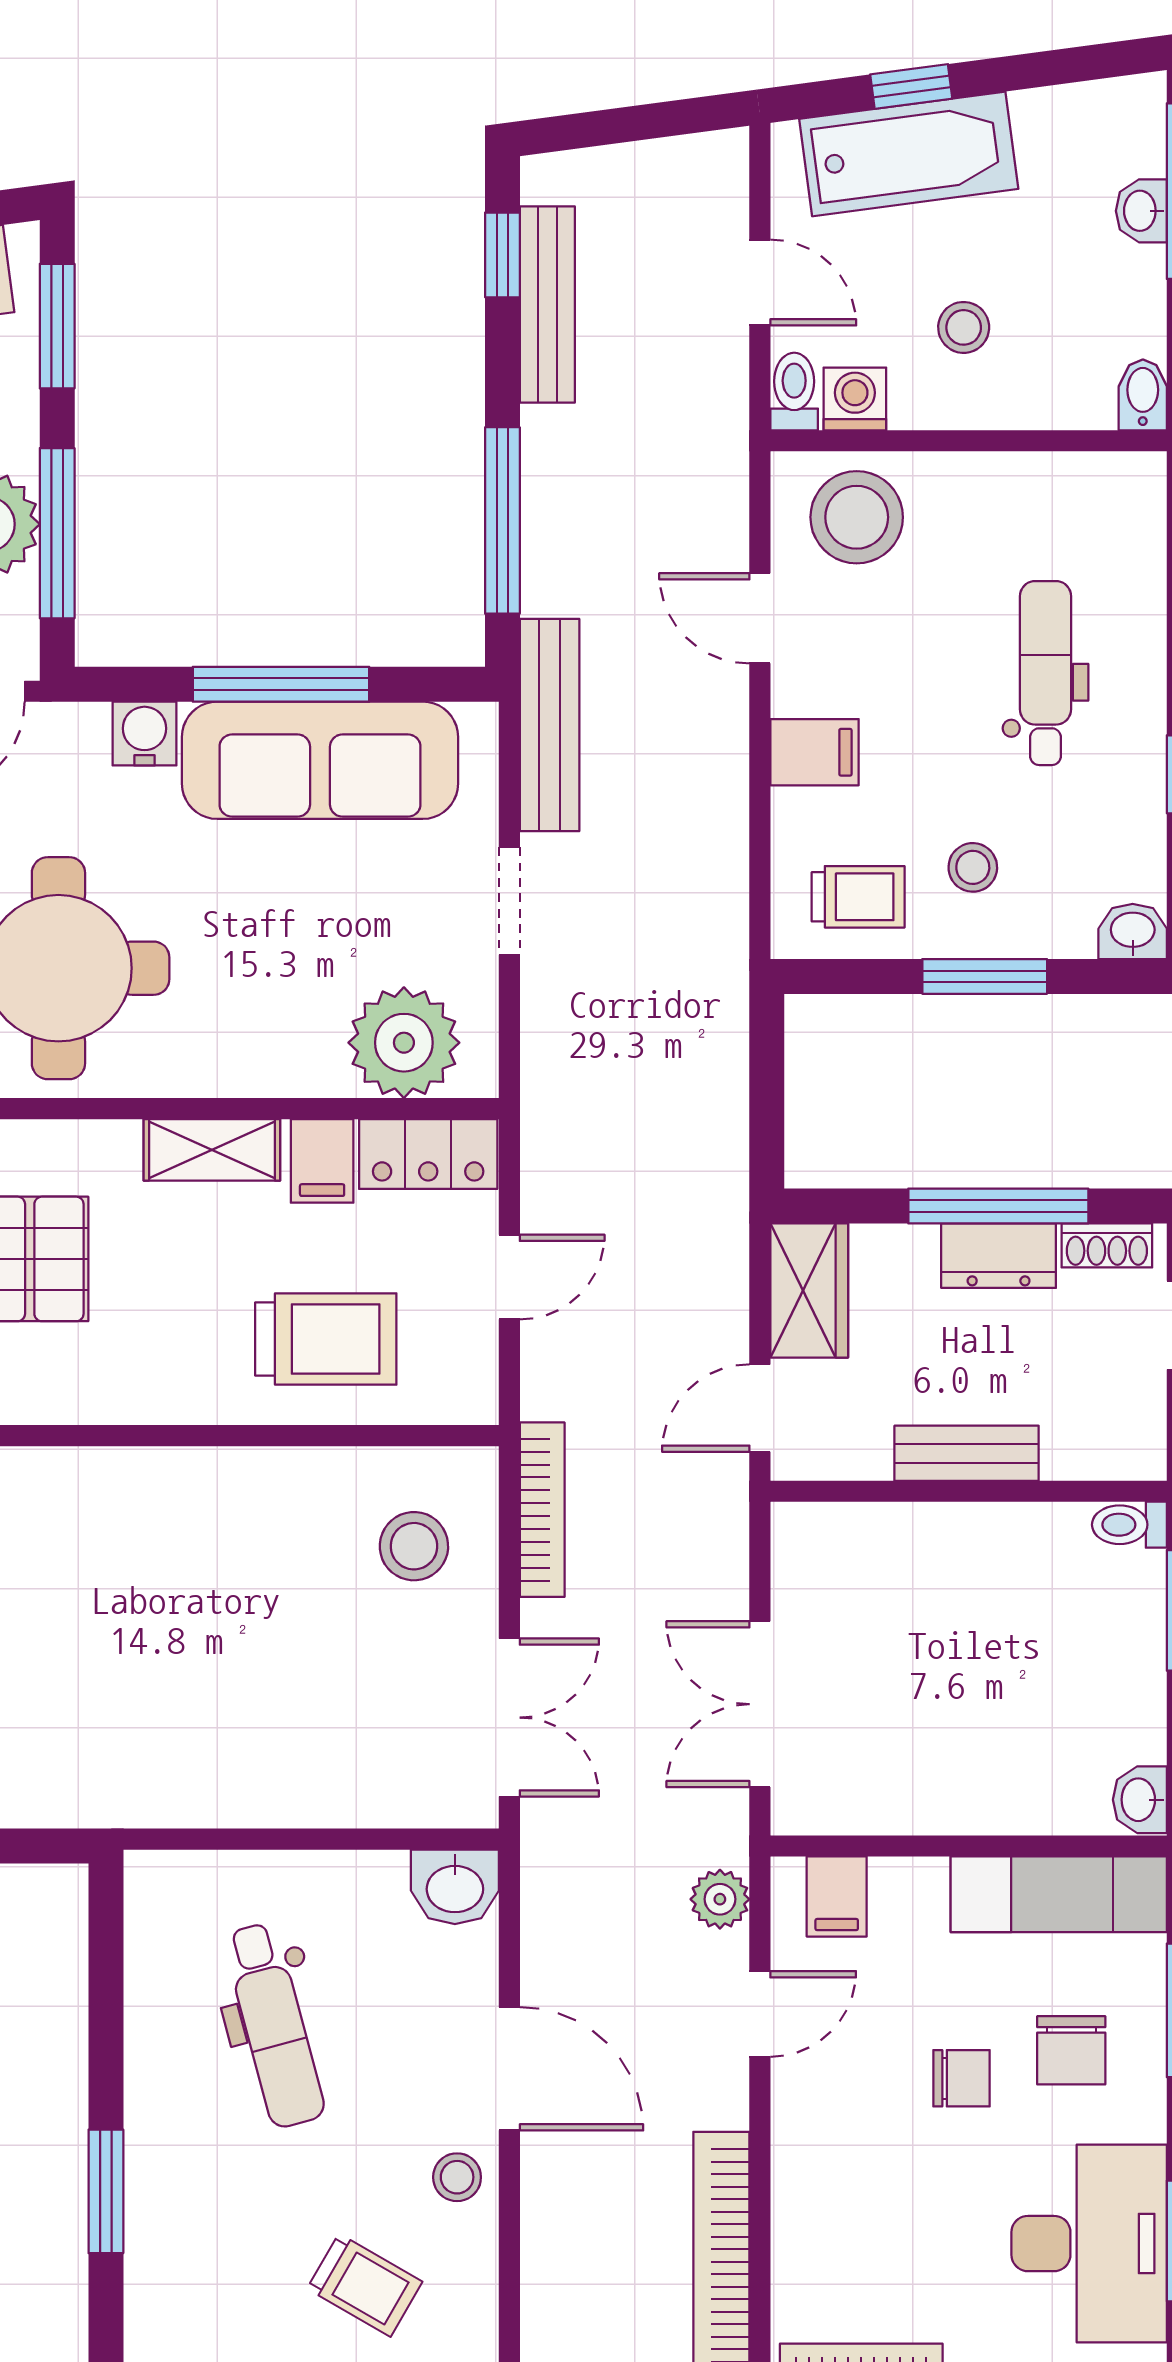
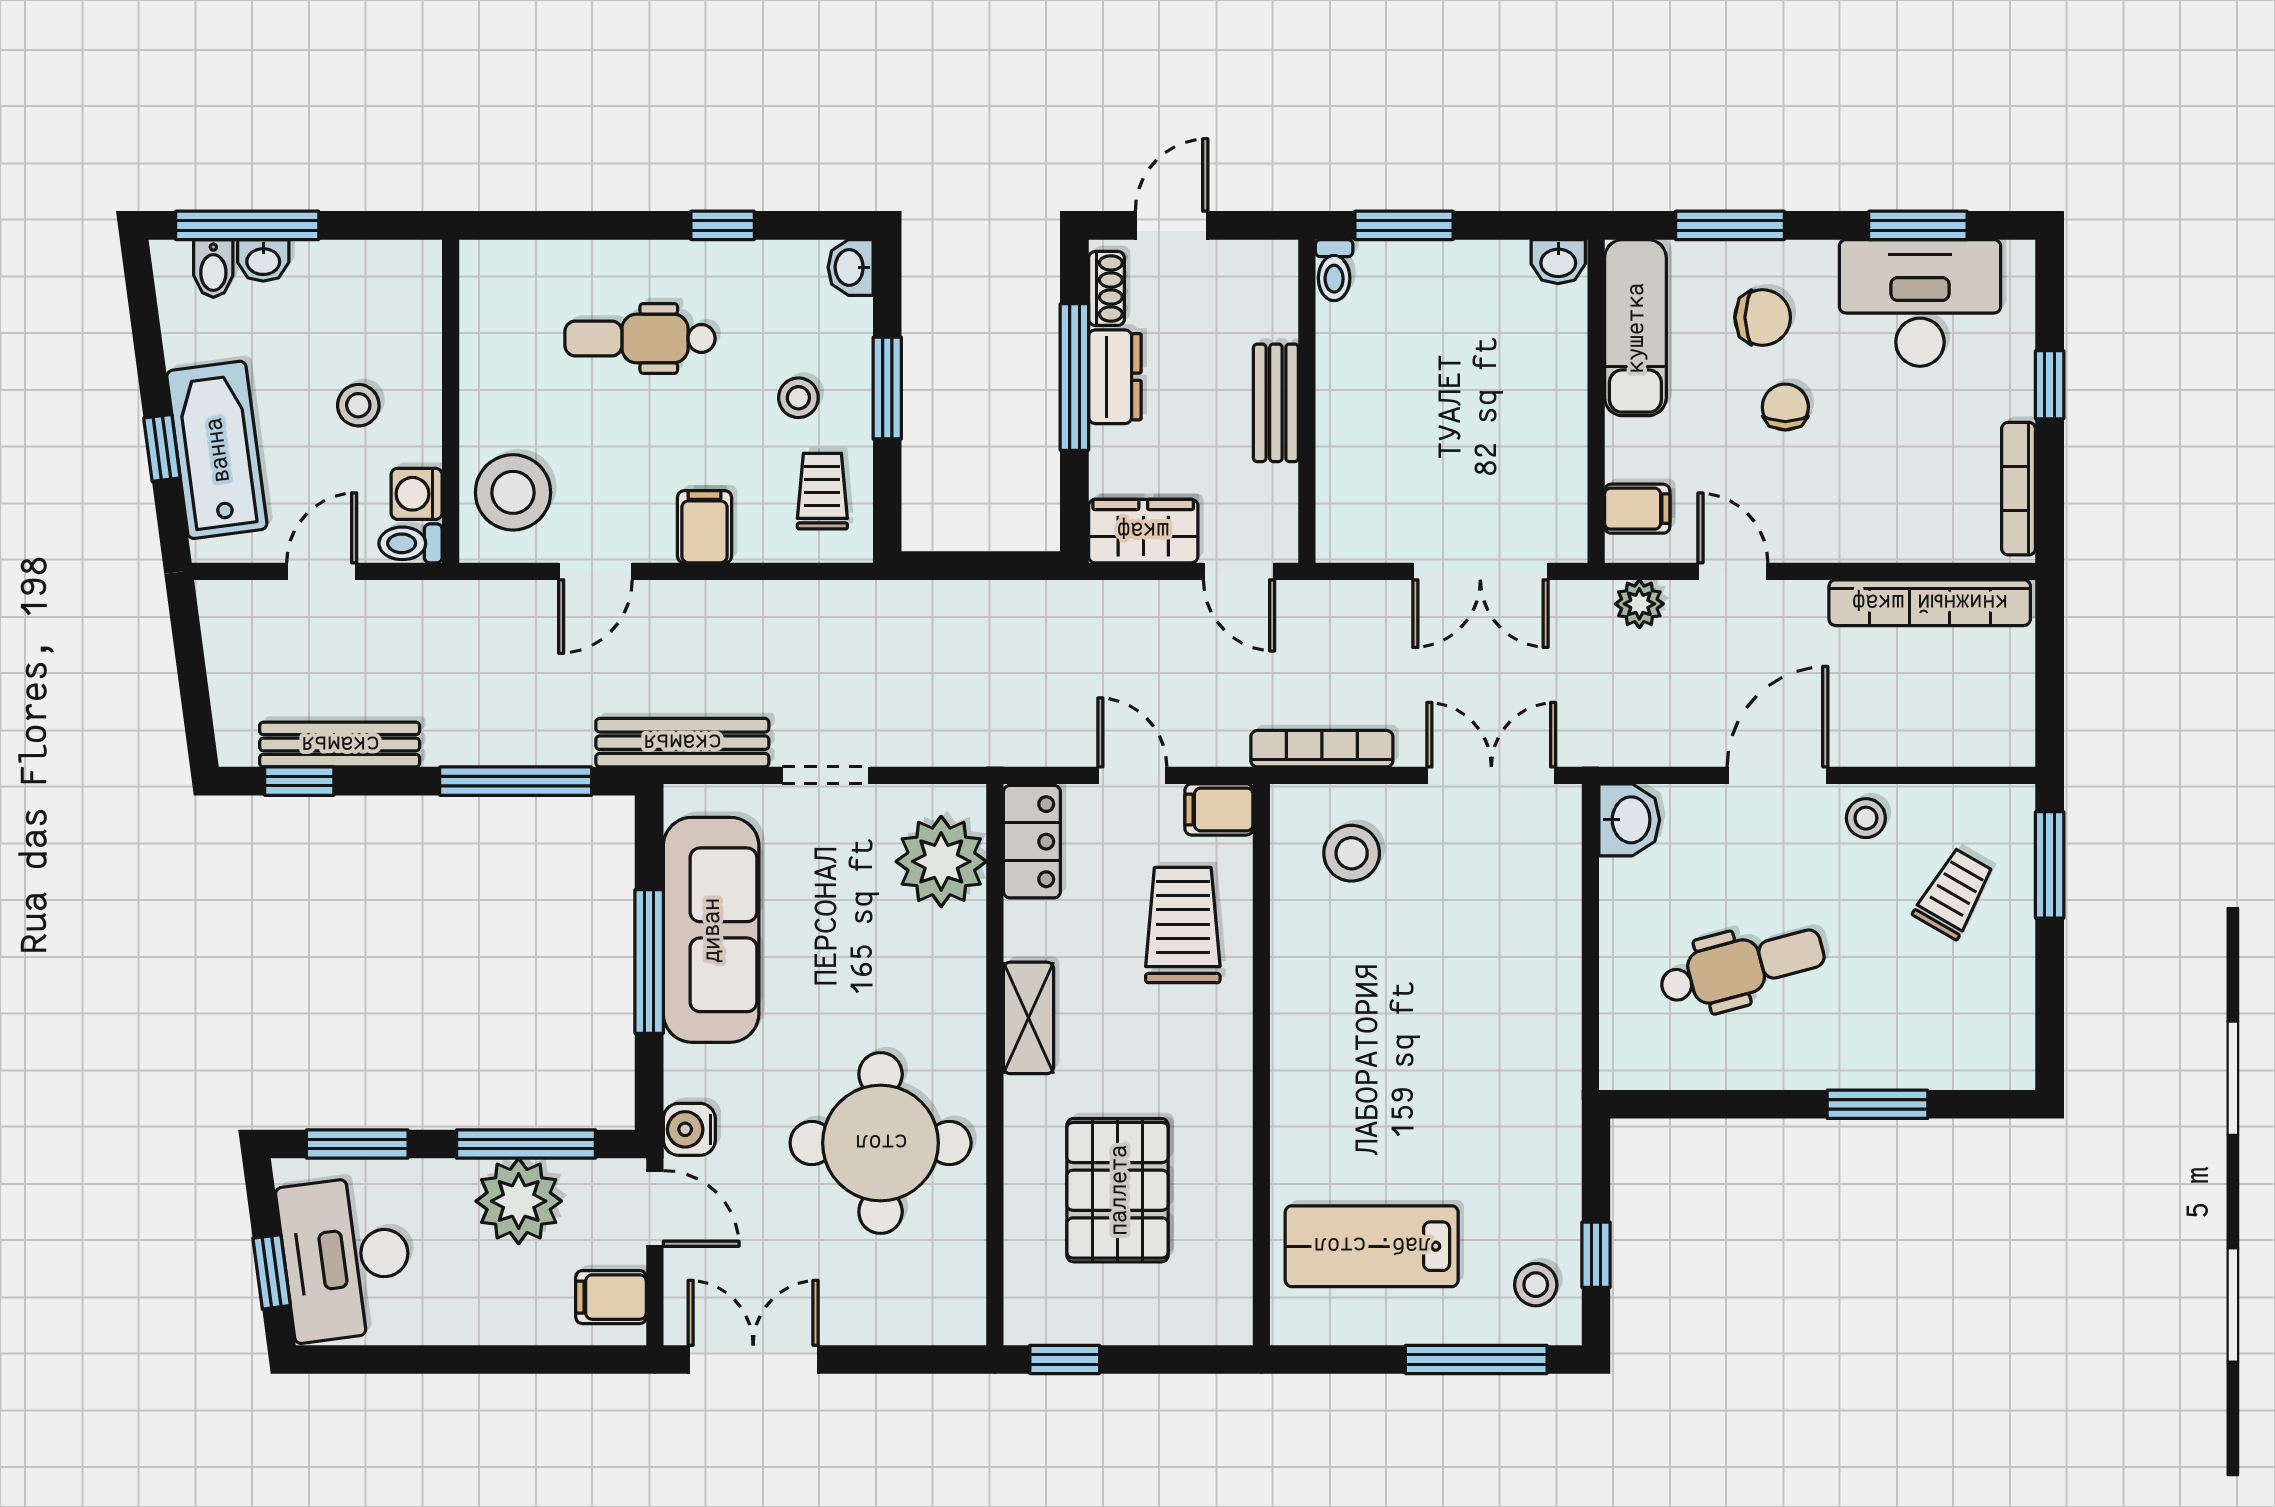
bidet: (1143, 395) -> (213, 268), moved, turned -90
water cooler: (144, 734) -> (689, 1129), moved
filing cabinet: (322, 1161) -> (1219, 809), moved, turned 180

